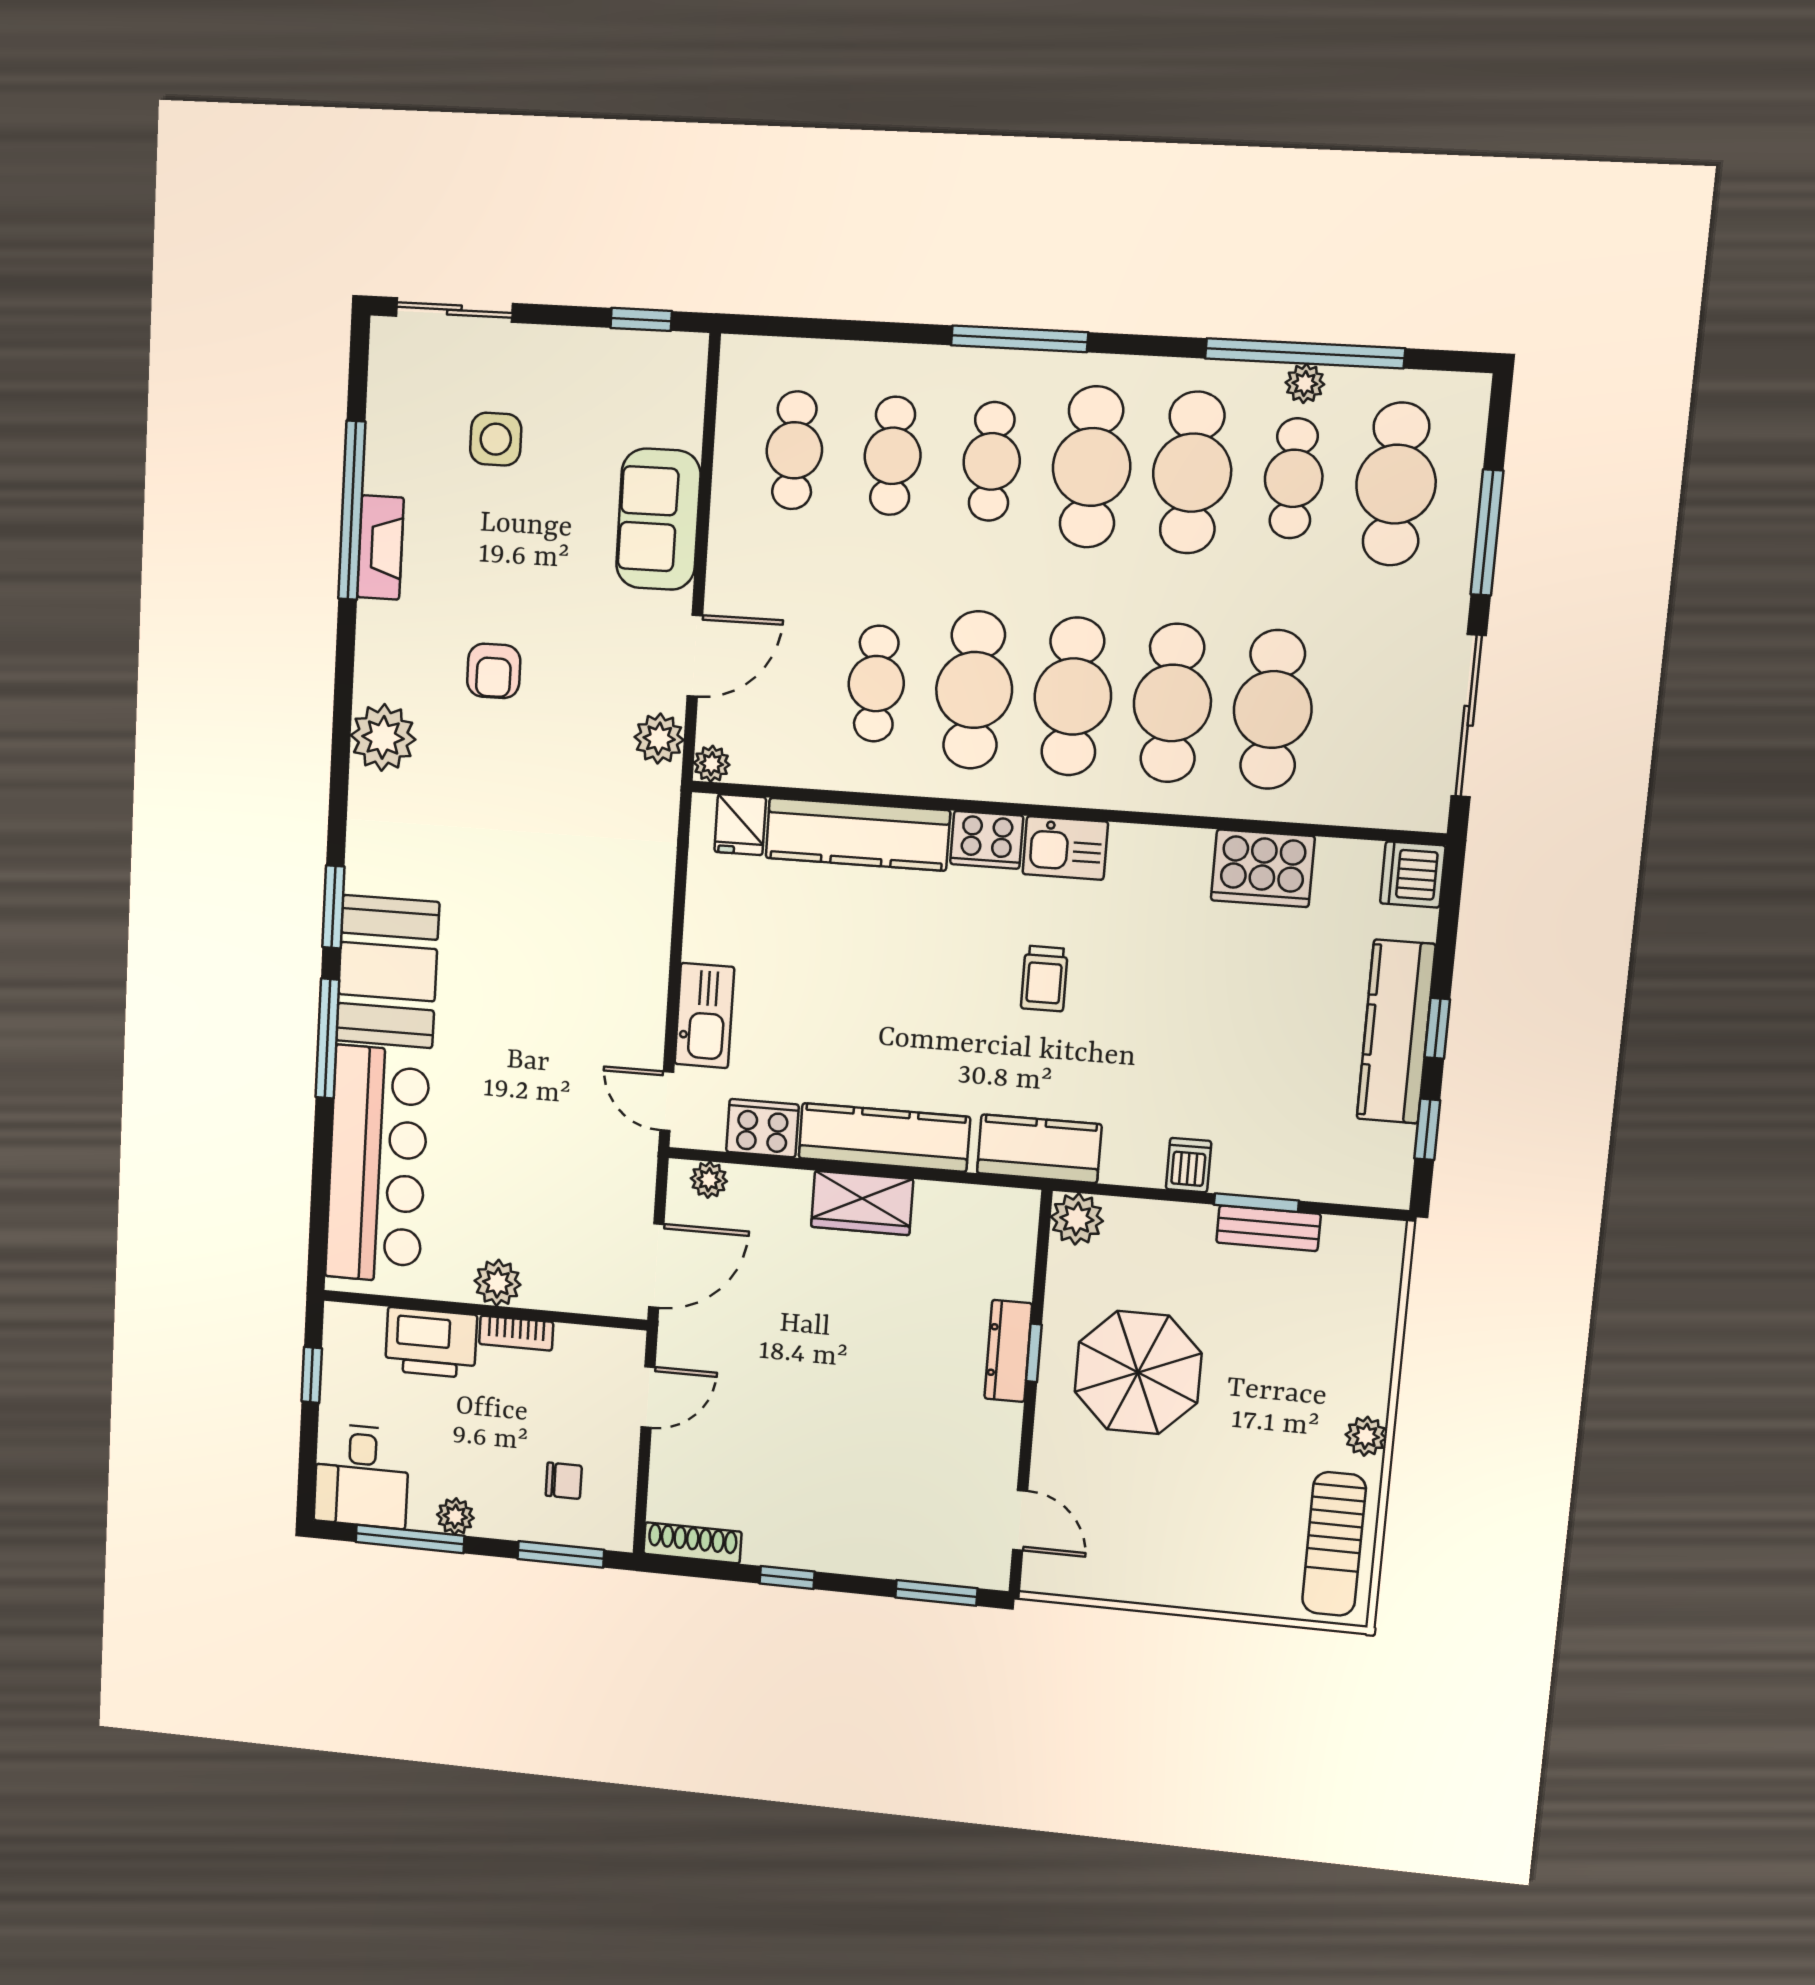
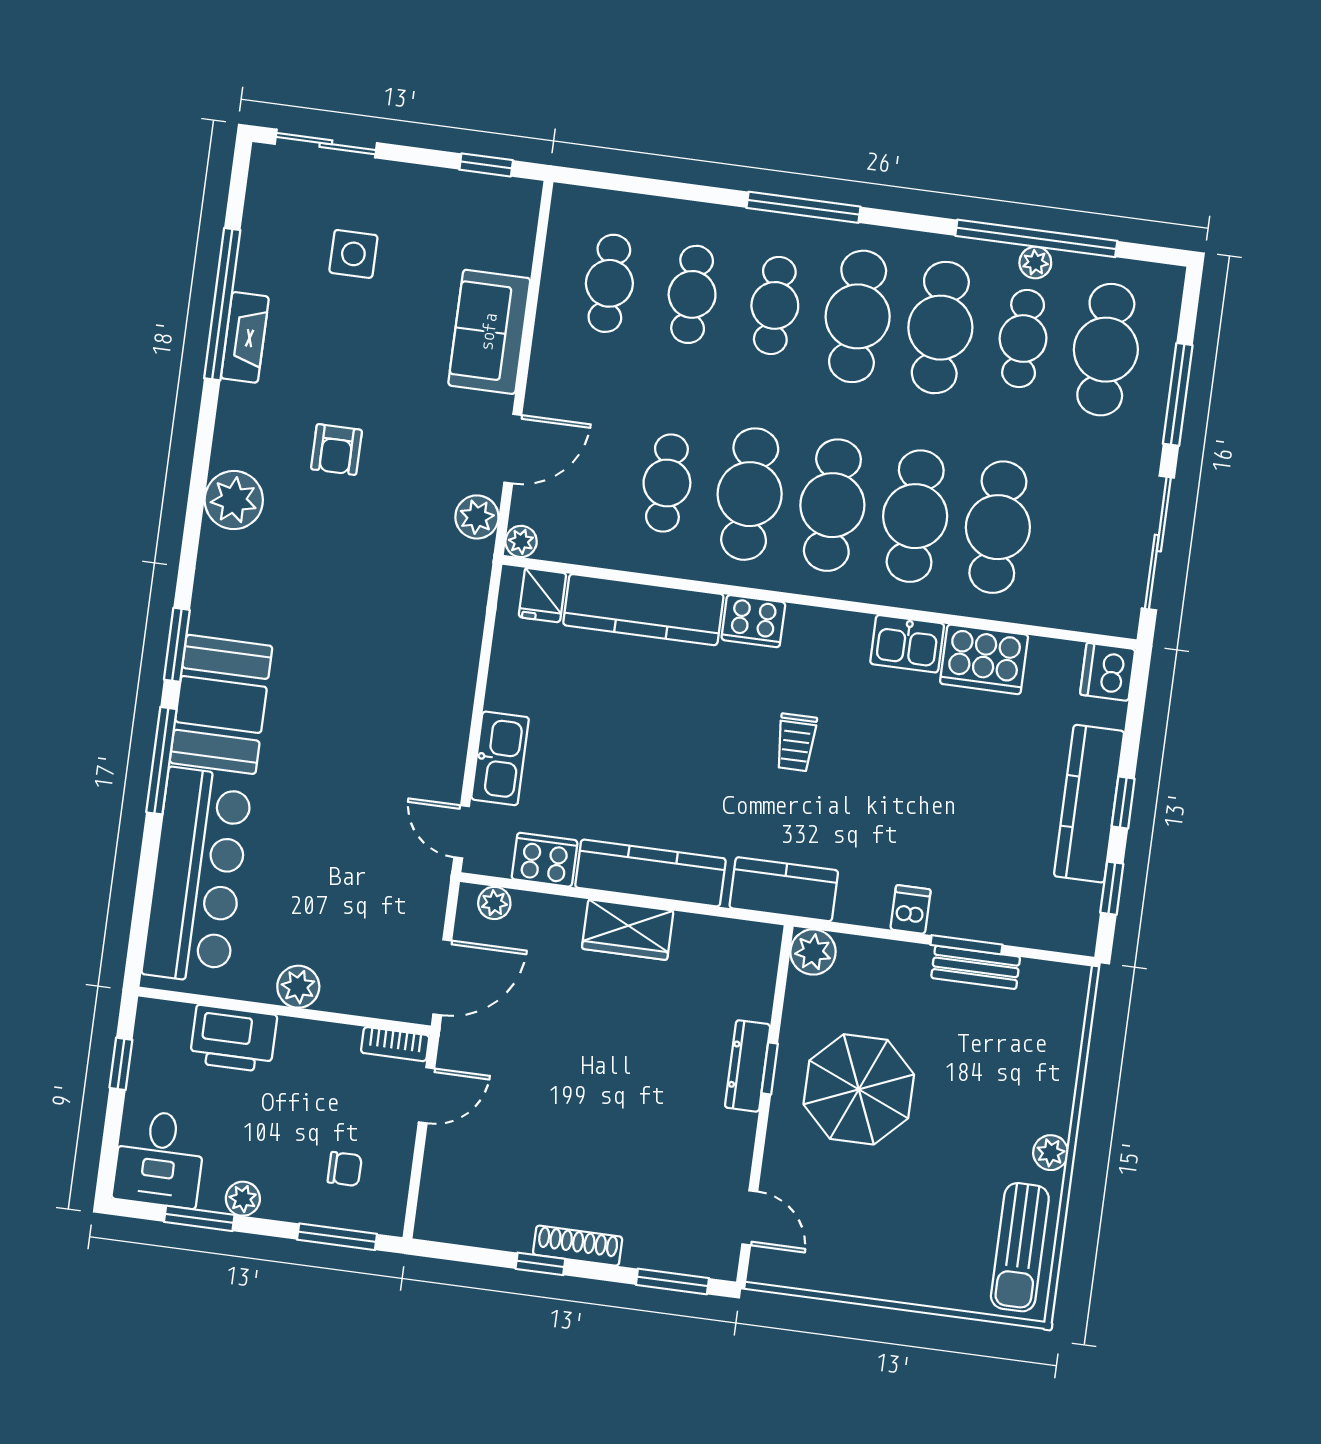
kitchen sink: (1065, 848) -> (907, 644), moved
bookcase: (516, 1333) -> (395, 1044), moved
window: (410, 1539) -> (199, 1218), width x0.69
shoe rack: (692, 1543) -> (578, 1246), moved

